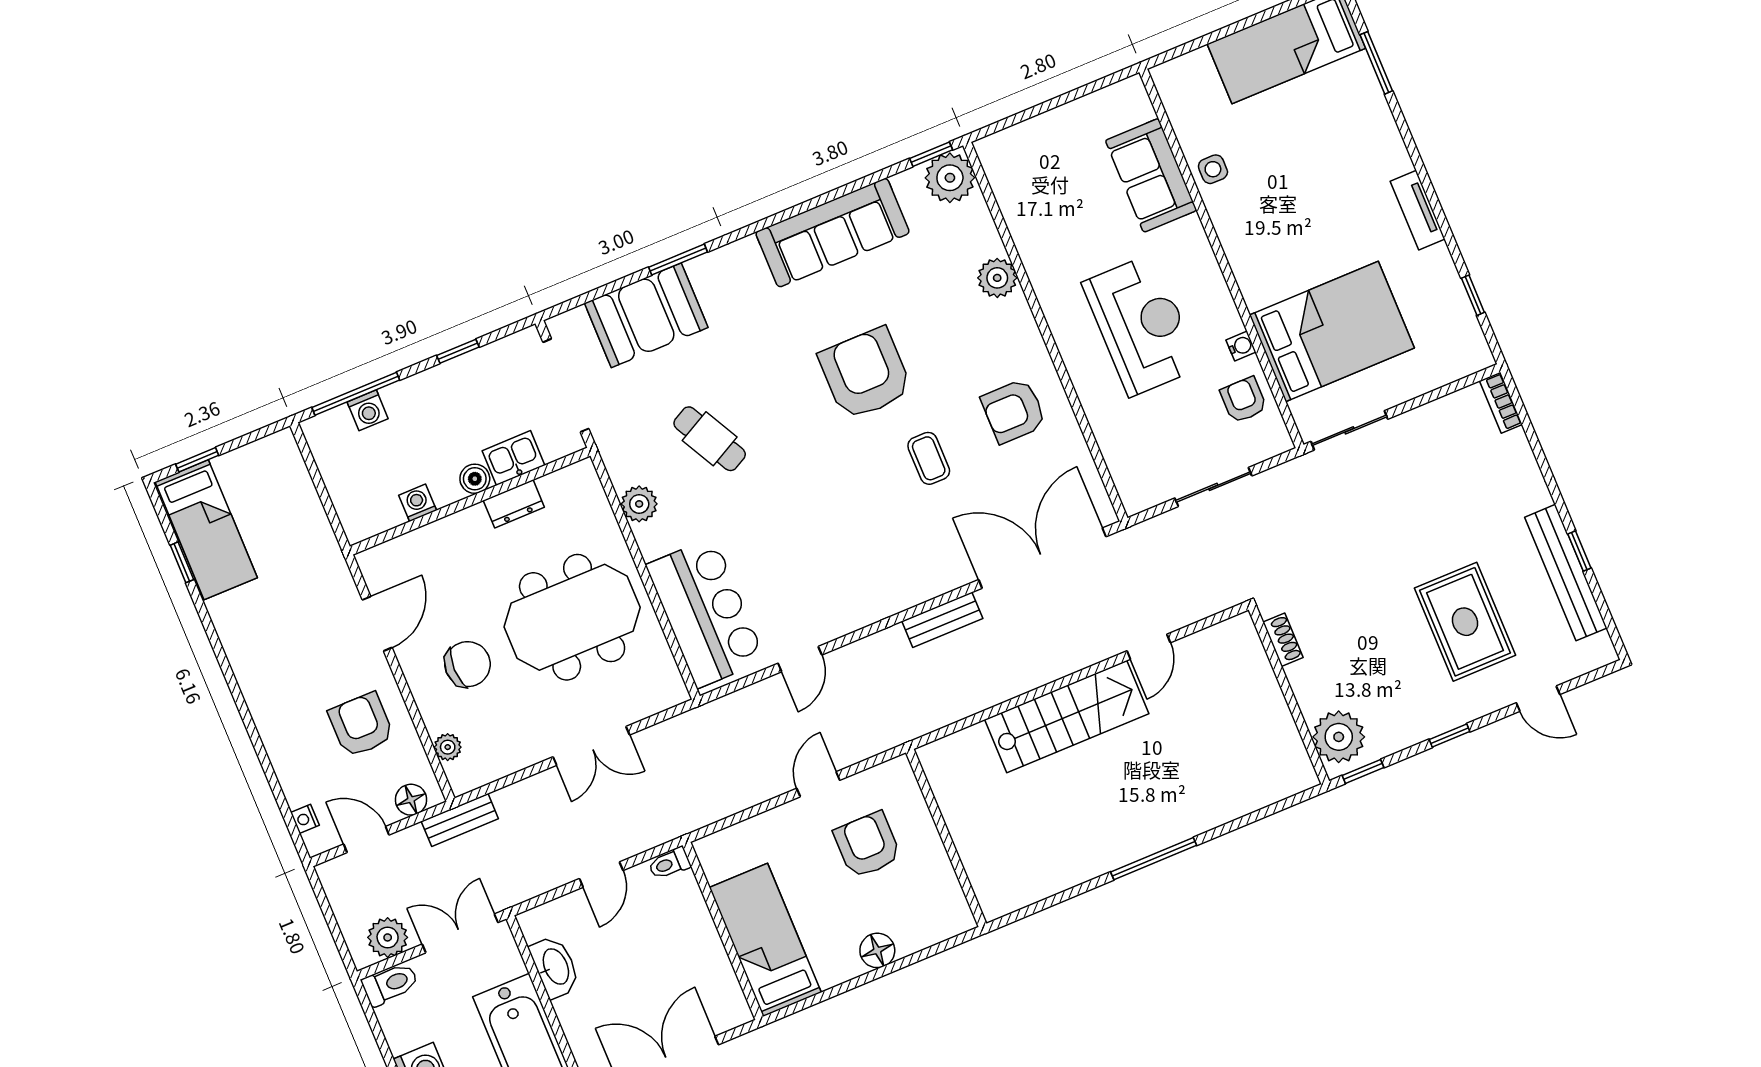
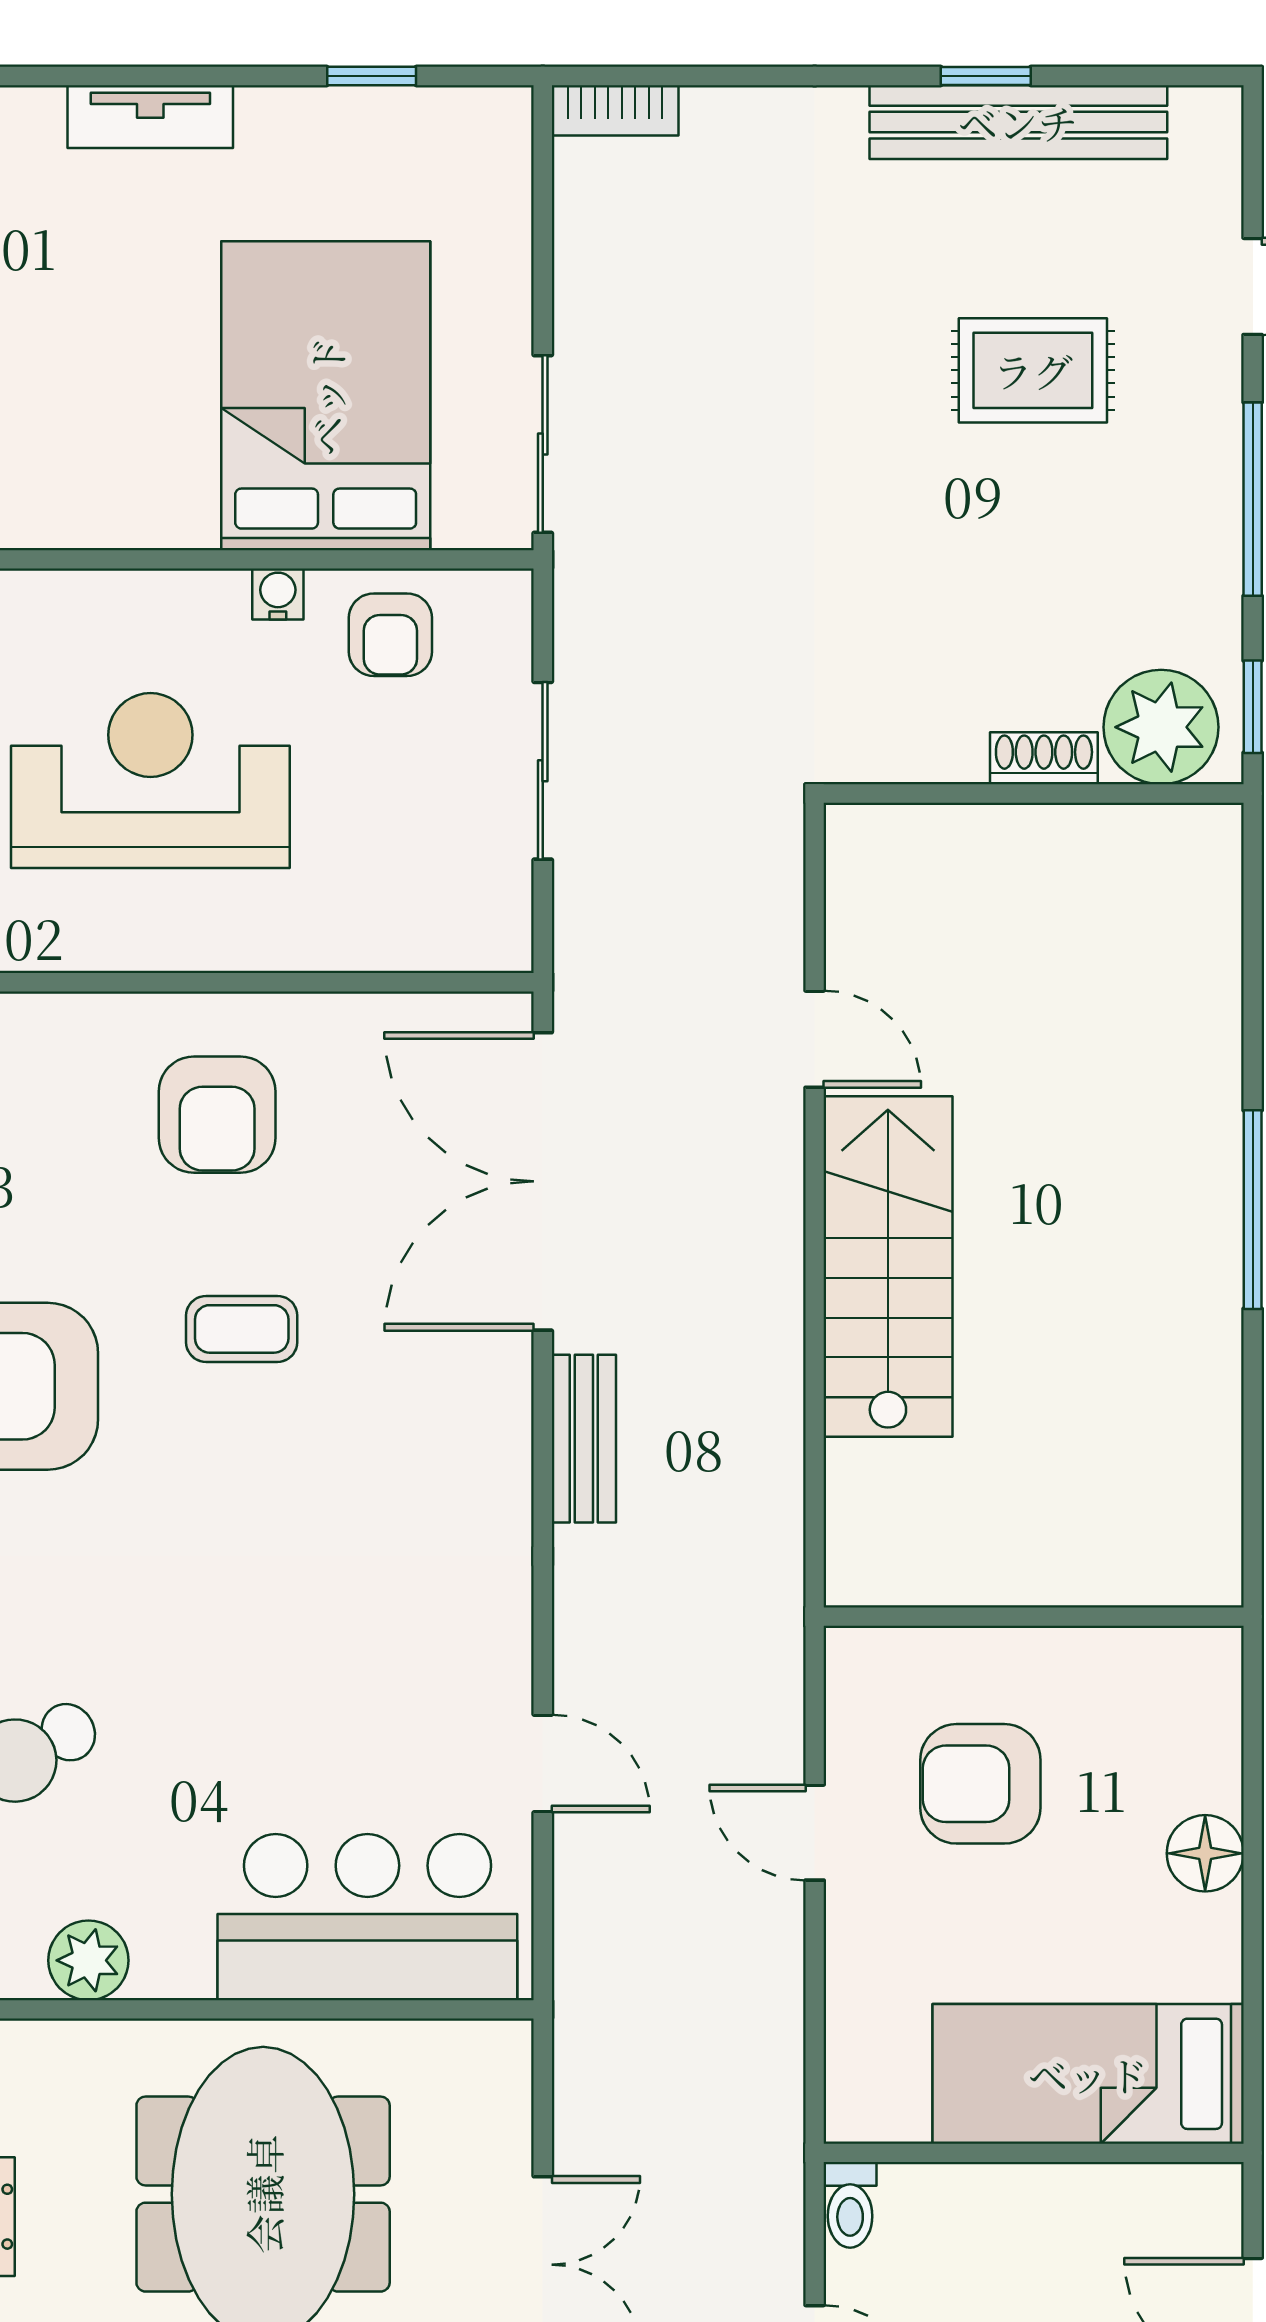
armchair: (1244, 400) -> (390, 635), turned -90
rug: (1465, 622) -> (1033, 370), width x0.73, depth x0.70
shoe rack: (1283, 640) -> (1044, 758), moved
window: (1449, 736) -> (1253, 499), width x2.17

